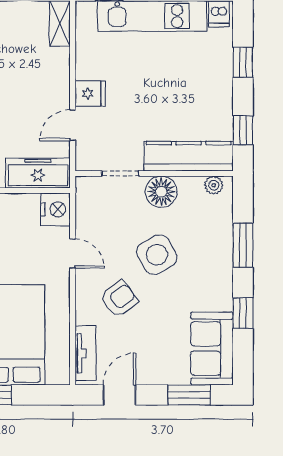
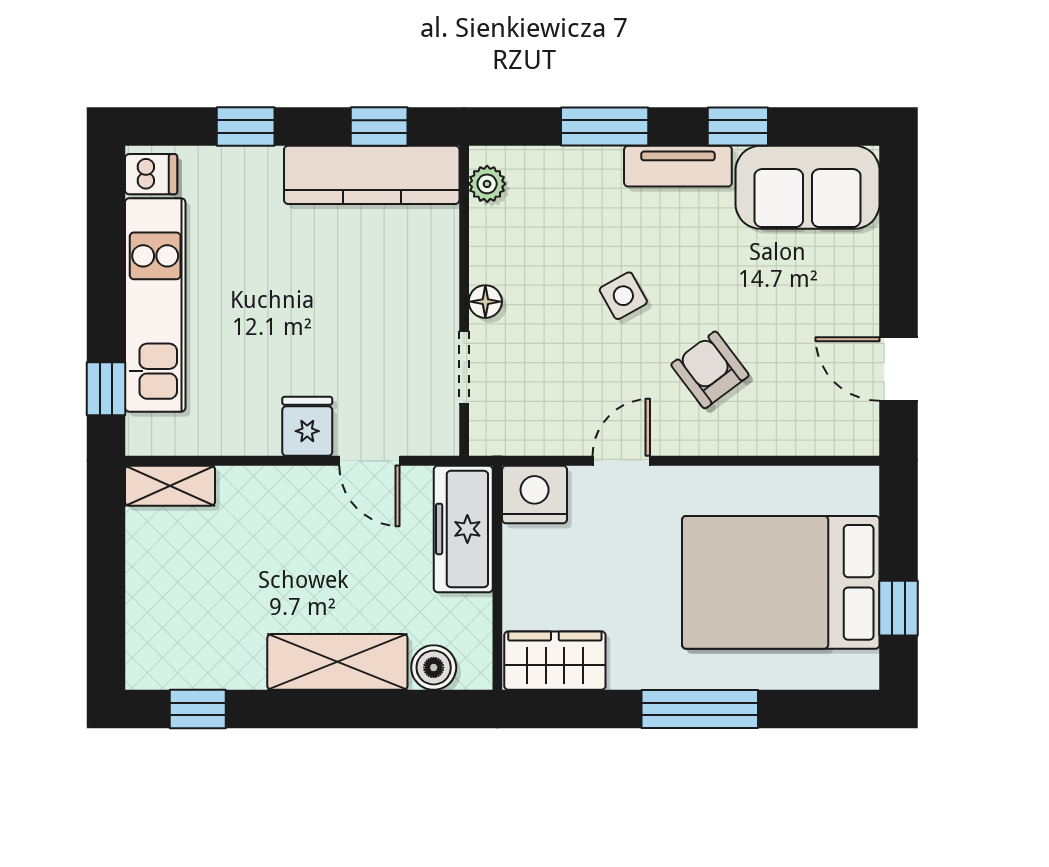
kitchen counter: (189, 156) -> (372, 175), moved, turned -90
floor lamp: (161, 192) -> (485, 302), width x0.53, depth x0.53
side table: (157, 255) -> (623, 296), width x0.54, depth x0.54
tv unit: (86, 353) -> (678, 166), moved, turned 180
window: (189, 395) -> (898, 232), removed

